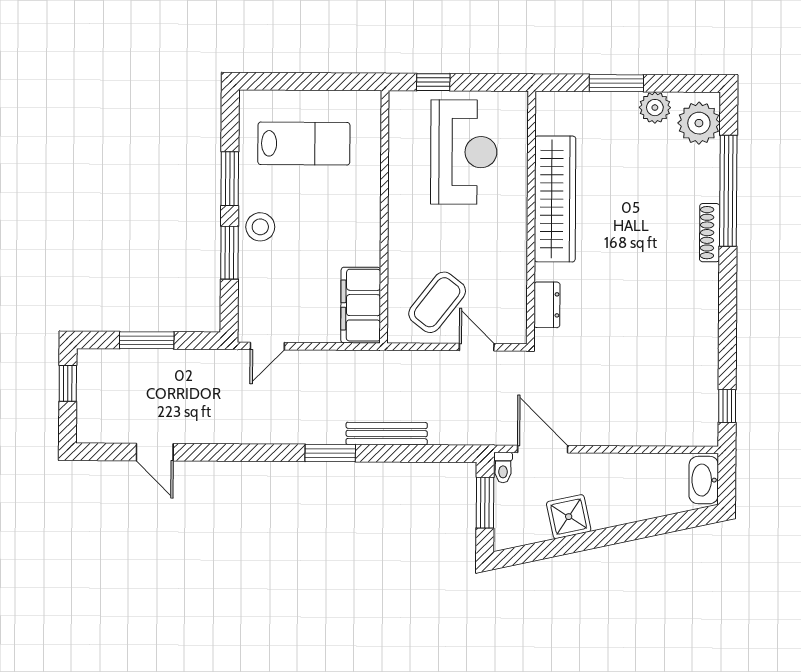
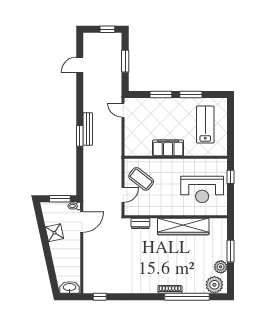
lab bench: (304, 144) -> (205, 125), turned 180
stool: (260, 227) -> (171, 107), removed
filing cabinet: (361, 305) -> (168, 148), moved
bench: (387, 434) -> (88, 129), moved

